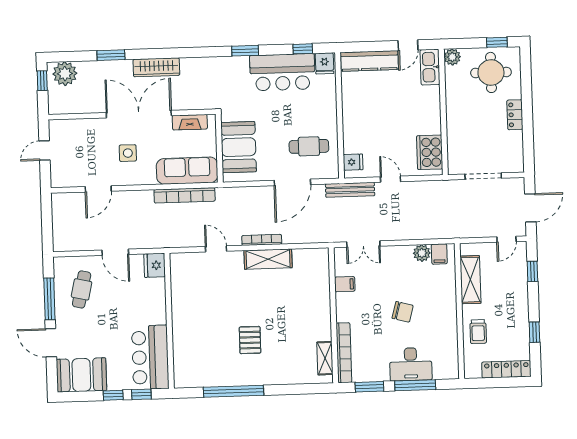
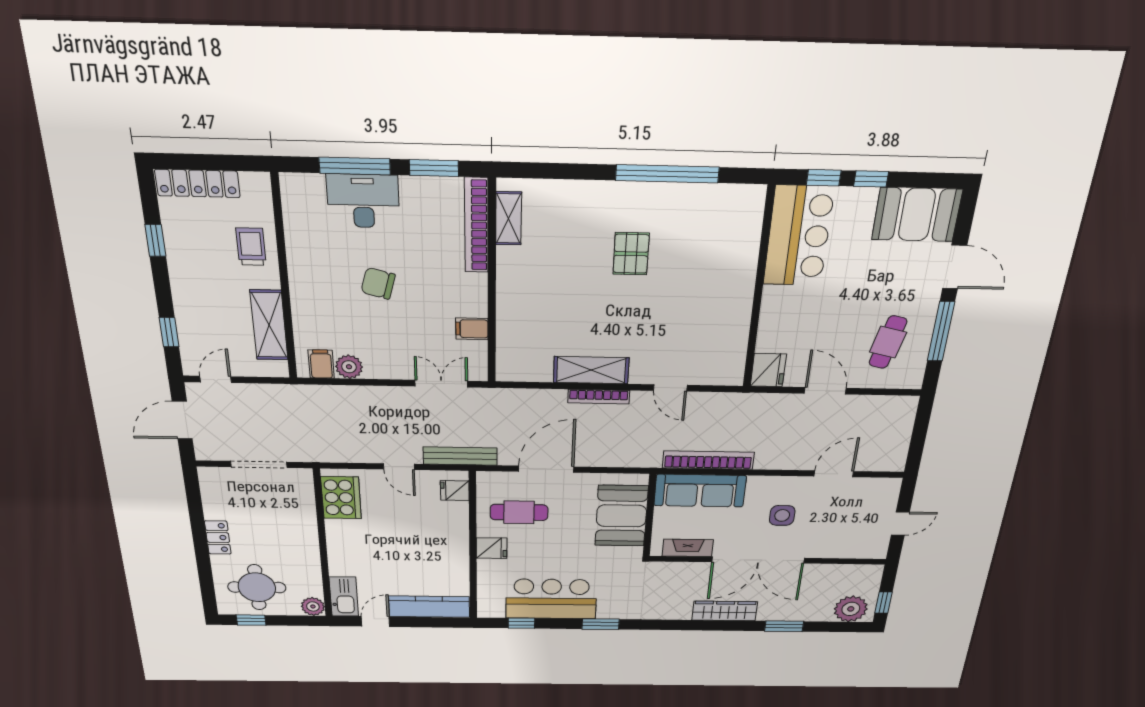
fridge: (325, 63) -> (492, 548), moved, turned 90

